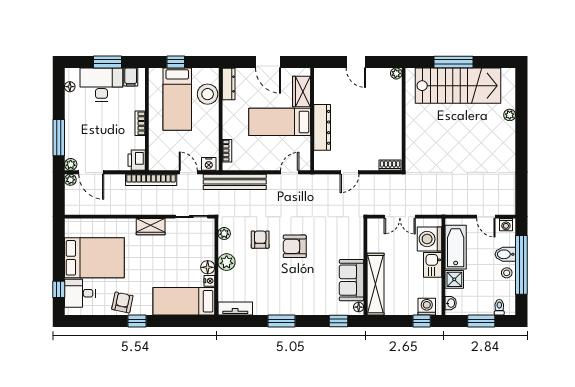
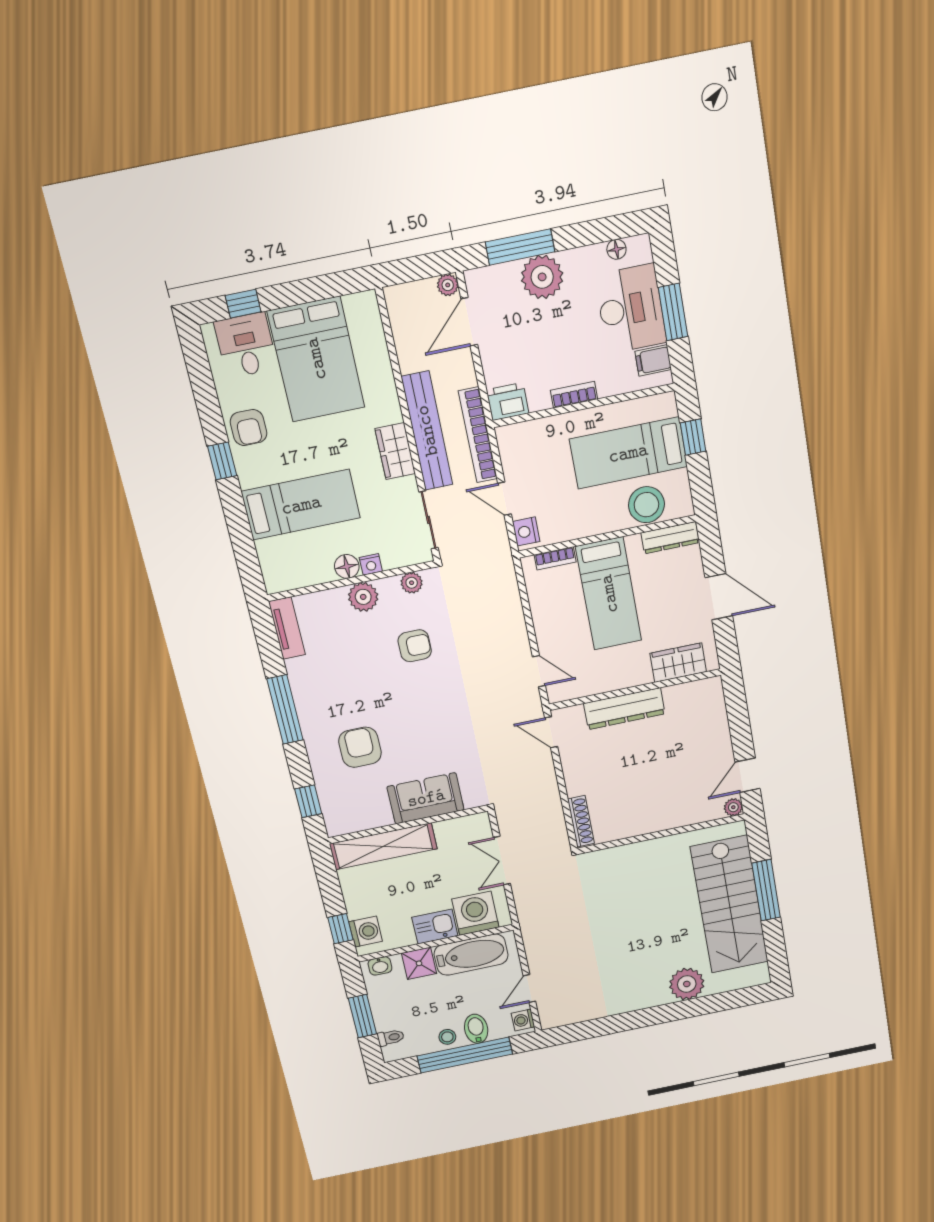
door: (268, 62) -> (719, 597), swing flipped
door: (356, 62) -> (748, 775), moved
plant: (510, 115) -> (687, 984), width x1.88, depth x1.88
bed: (280, 122) -> (609, 594), moved, turned 180
plant: (71, 164) -> (542, 277), moved, width x1.88, depth x1.88
shoe rack: (390, 165) -> (581, 821), width x1.43
door: (188, 172) -> (505, 499), swing flipped
door: (350, 172) -> (551, 732), moved
bench: (235, 182) -> (427, 431), moved
armchair: (295, 246) -> (360, 747), moved
sofa: (351, 280) -> (426, 798), moved
nightstand: (209, 281) -> (371, 564), moved
bed: (184, 301) -> (301, 505), moved, turned 90
armchair: (122, 302) -> (248, 428), turned 78
floor lamp: (359, 307) -> (339, 828), removed
window: (281, 321) -> (285, 709), width x1.44

